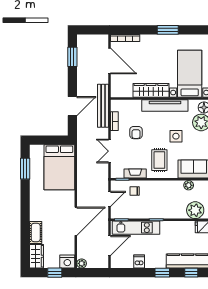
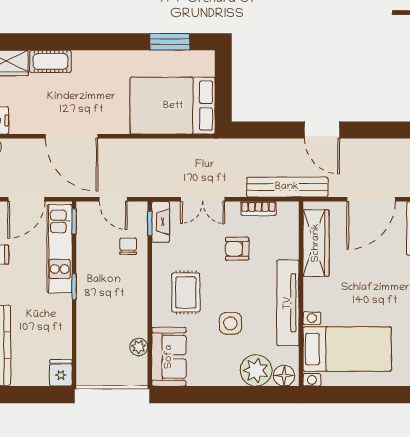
window: (72, 57) -> (379, 130), removed
wardrobe: (151, 90) -> (316, 243), moved
door: (72, 106) -> (322, 130), moved
double door: (110, 151) -> (203, 199), swing flipped
rug: (159, 160) -> (186, 292), turned 90
fireplace: (135, 174) -> (161, 222), moved
plant: (195, 210) -> (92, 359), removed
door: (110, 245) -> (26, 199), hinge flipped

